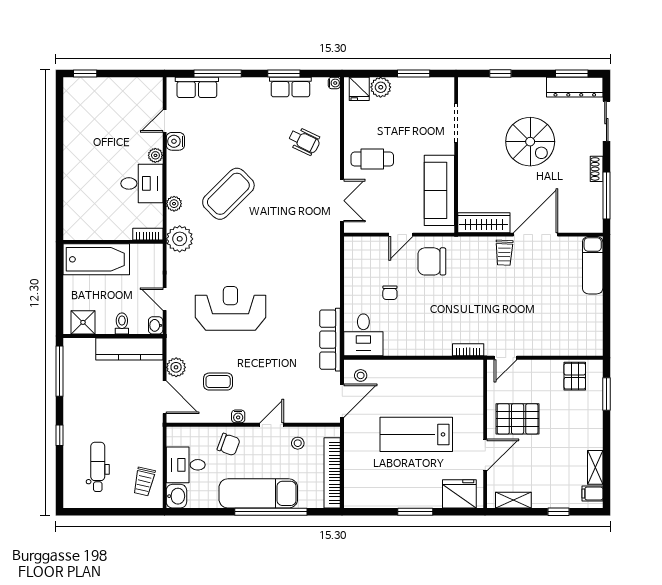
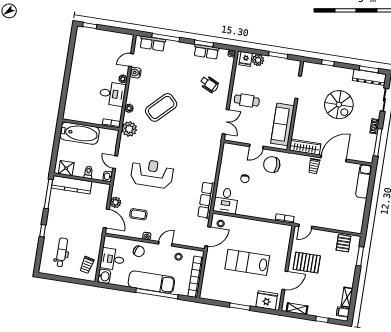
kitchen counter: (129, 349) -> (72, 185), moved

